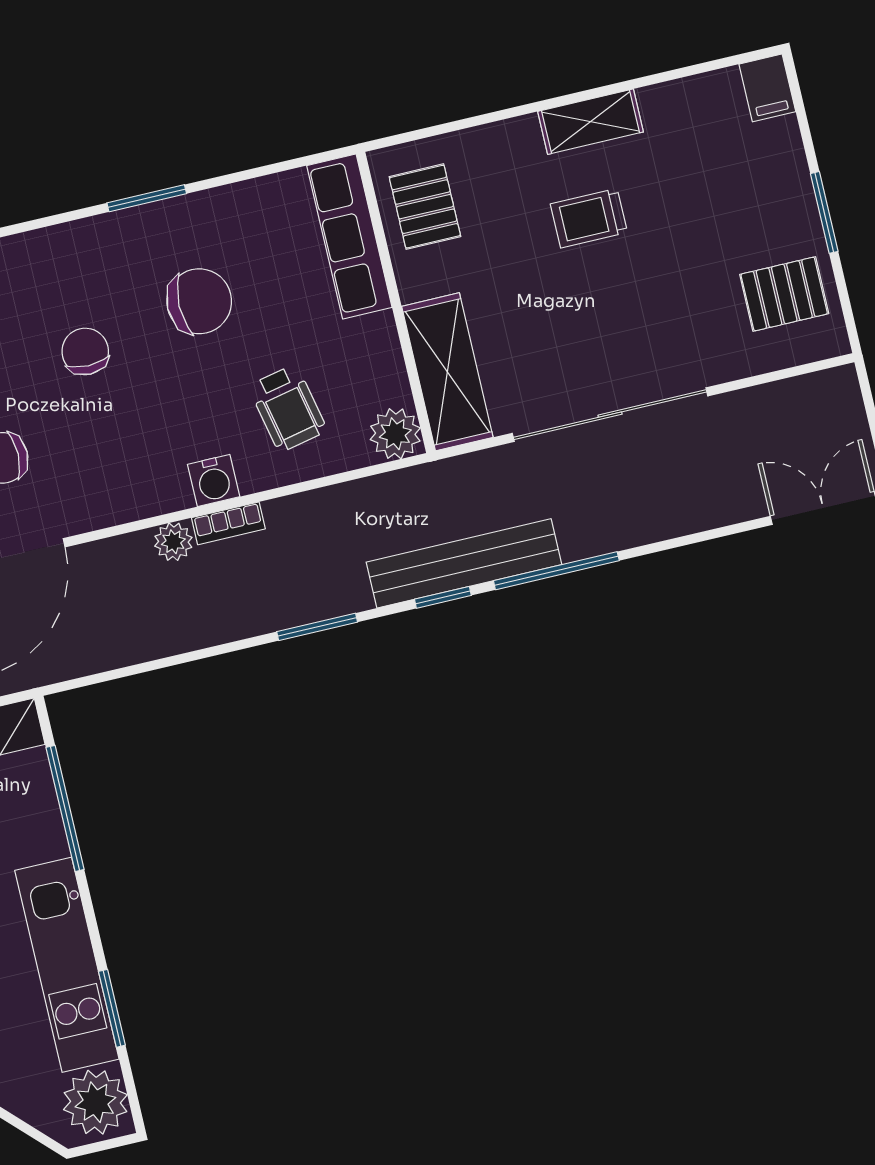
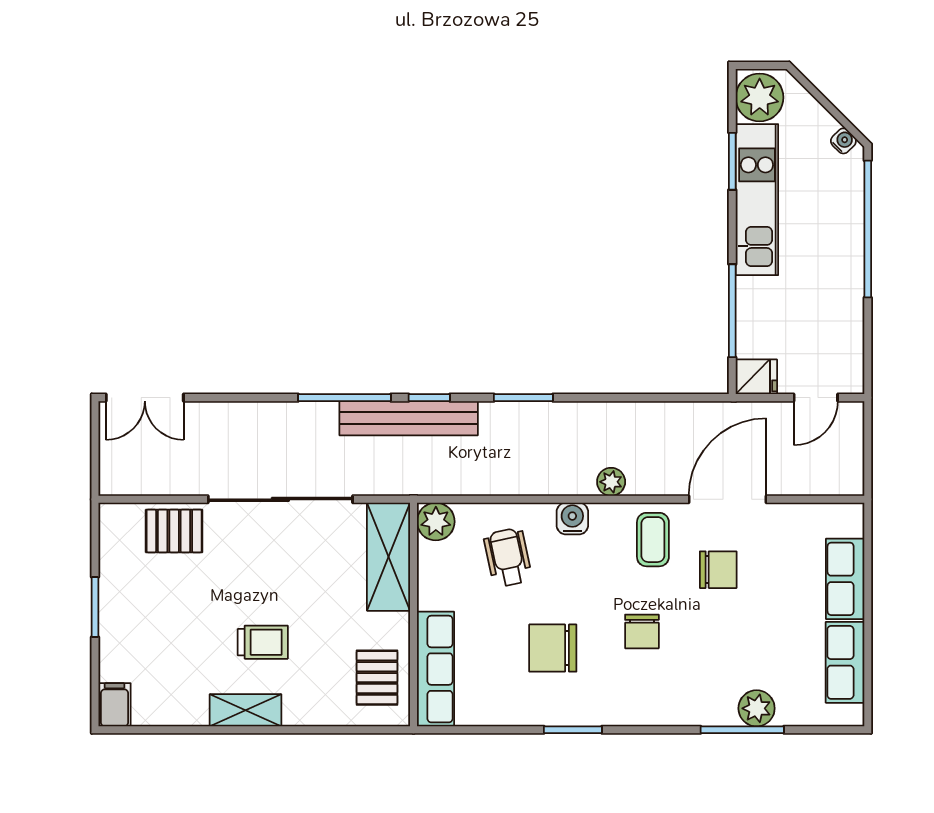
pallet: (784, 294) -> (174, 531), moved
coffee table: (99, 478) -> (653, 540), added
bookcase: (228, 523) -> (569, 486), removed

